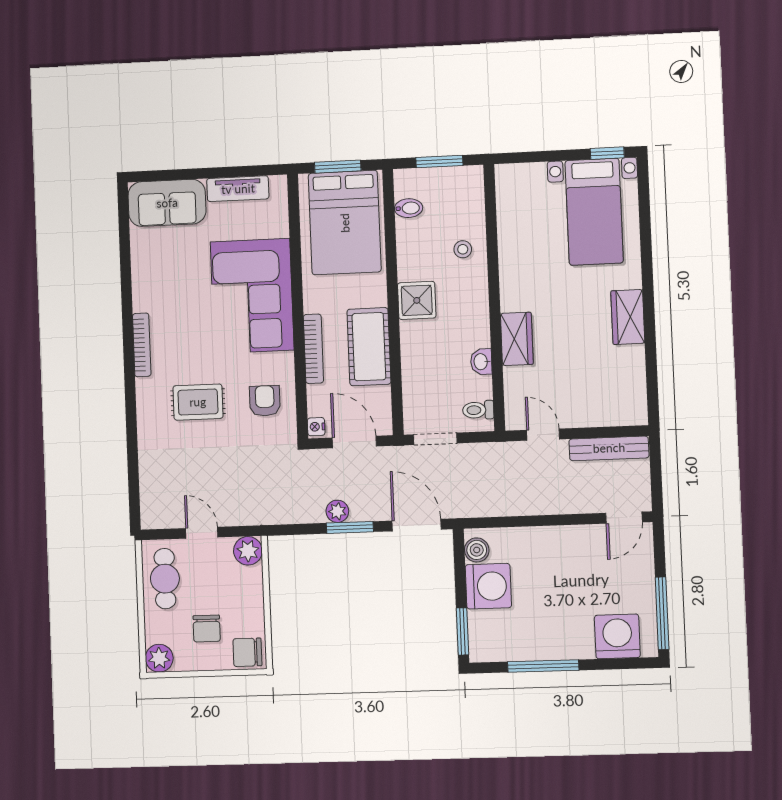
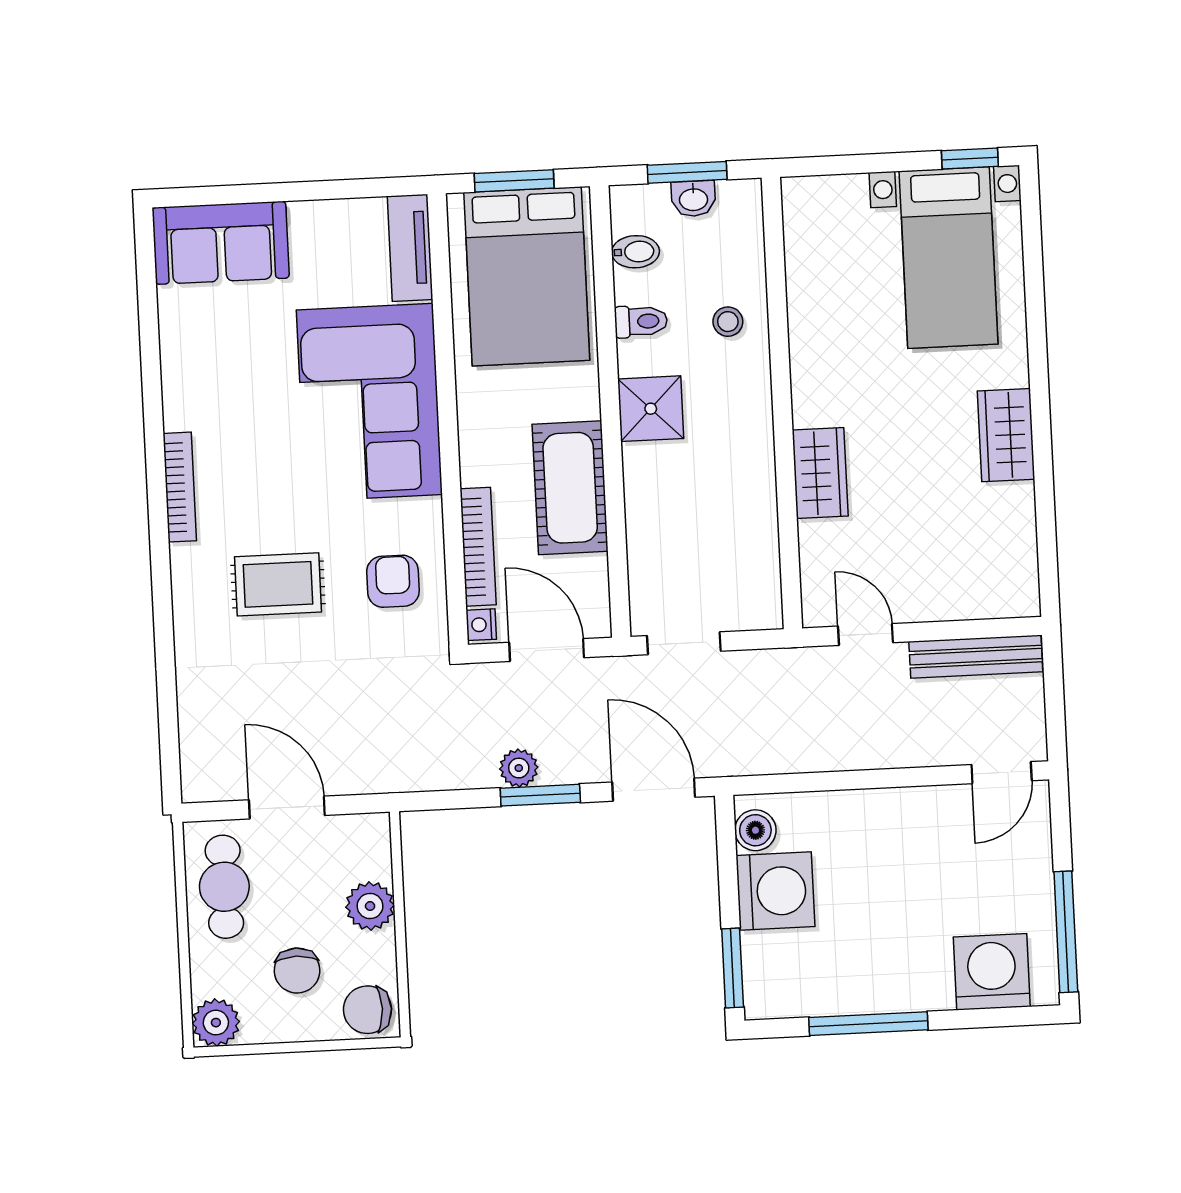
tv unit: (238, 189) -> (410, 248), moved, turned 90
bookcase: (313, 349) -> (478, 547), moved
washbasin: (481, 362) -> (693, 199), moved, turned -90
toilet: (478, 410) -> (641, 321), moved, turned 180
door: (202, 533) -> (287, 808), width x1.38
plant: (248, 551) -> (370, 906), moved

